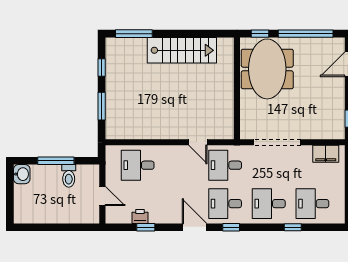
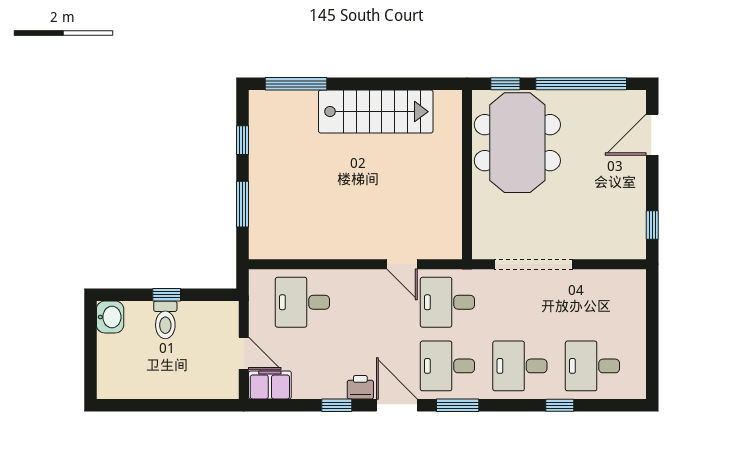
filing cabinet: (326, 154) -> (270, 385), moved, turned 180
window: (56, 161) -> (167, 295), width x0.46
toilet: (69, 176) -> (165, 320), moved
printer: (140, 216) -> (360, 387), moved
window: (146, 227) -> (337, 405), moved
window: (231, 227) -> (458, 405), width x1.50

